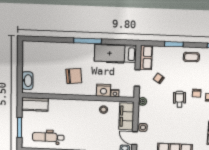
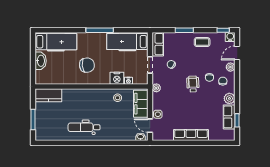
hospital bed: (43, 51) -> (56, 42), added
washbasin: (27, 81) -> (41, 61), moved
dental chair: (48, 137) -> (84, 127), moved

